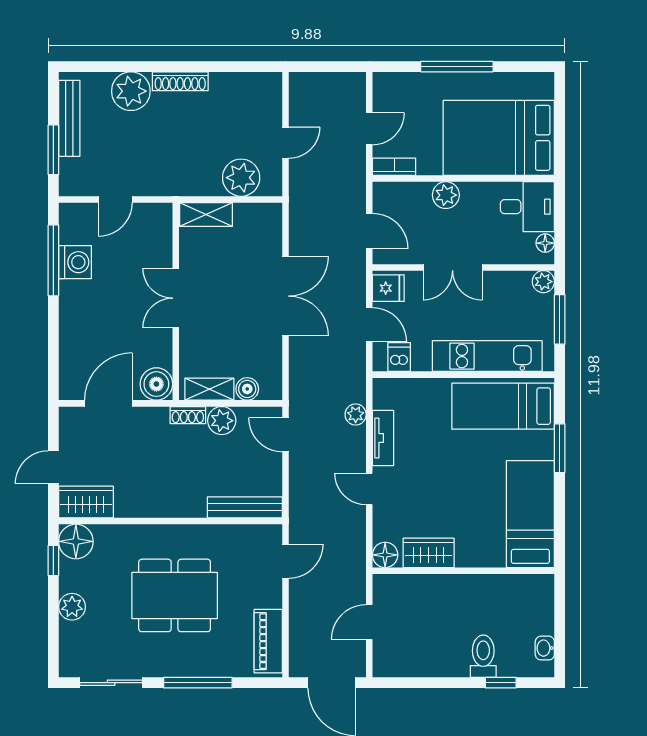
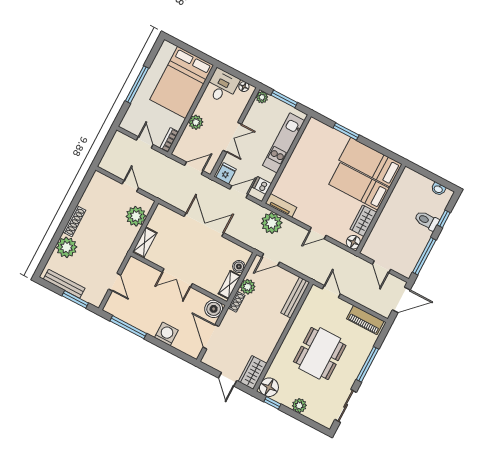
washing machine: (75, 262) -> (166, 334), moved
bed: (503, 406) -> (359, 186), moved, turned 90
plant: (356, 414) -> (272, 223), width x1.88, depth x1.88
tv unit: (383, 438) -> (281, 205), moved
window: (423, 683) -> (424, 256), added

